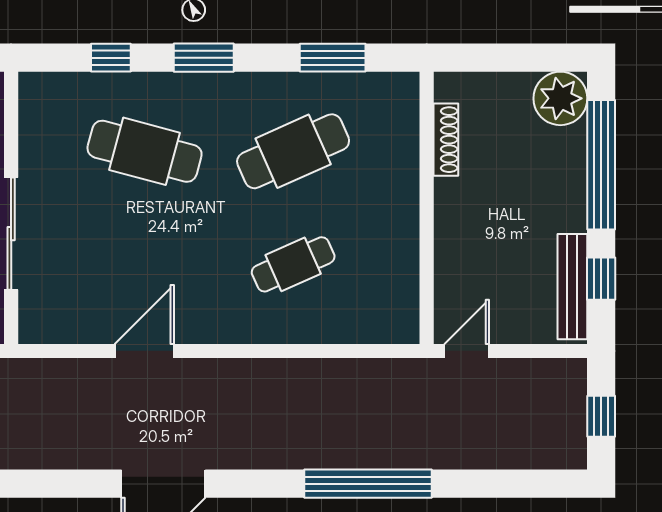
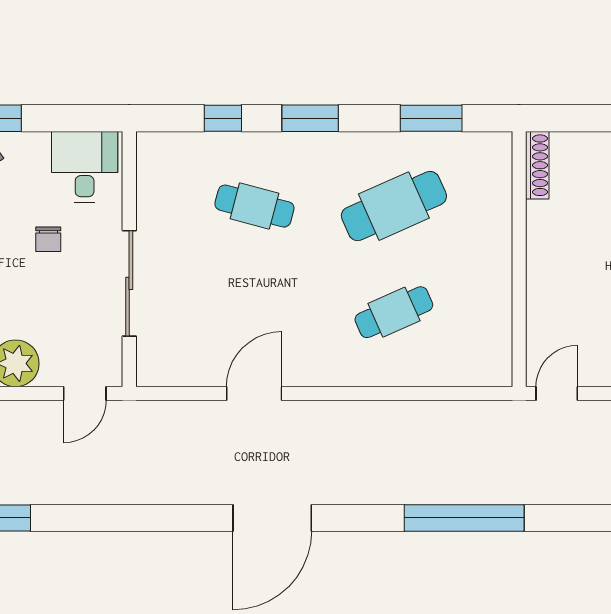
shoe rack: (446, 140) -> (537, 165), moved
cafe table: (145, 151) -> (254, 206), width x0.73, depth x0.74

